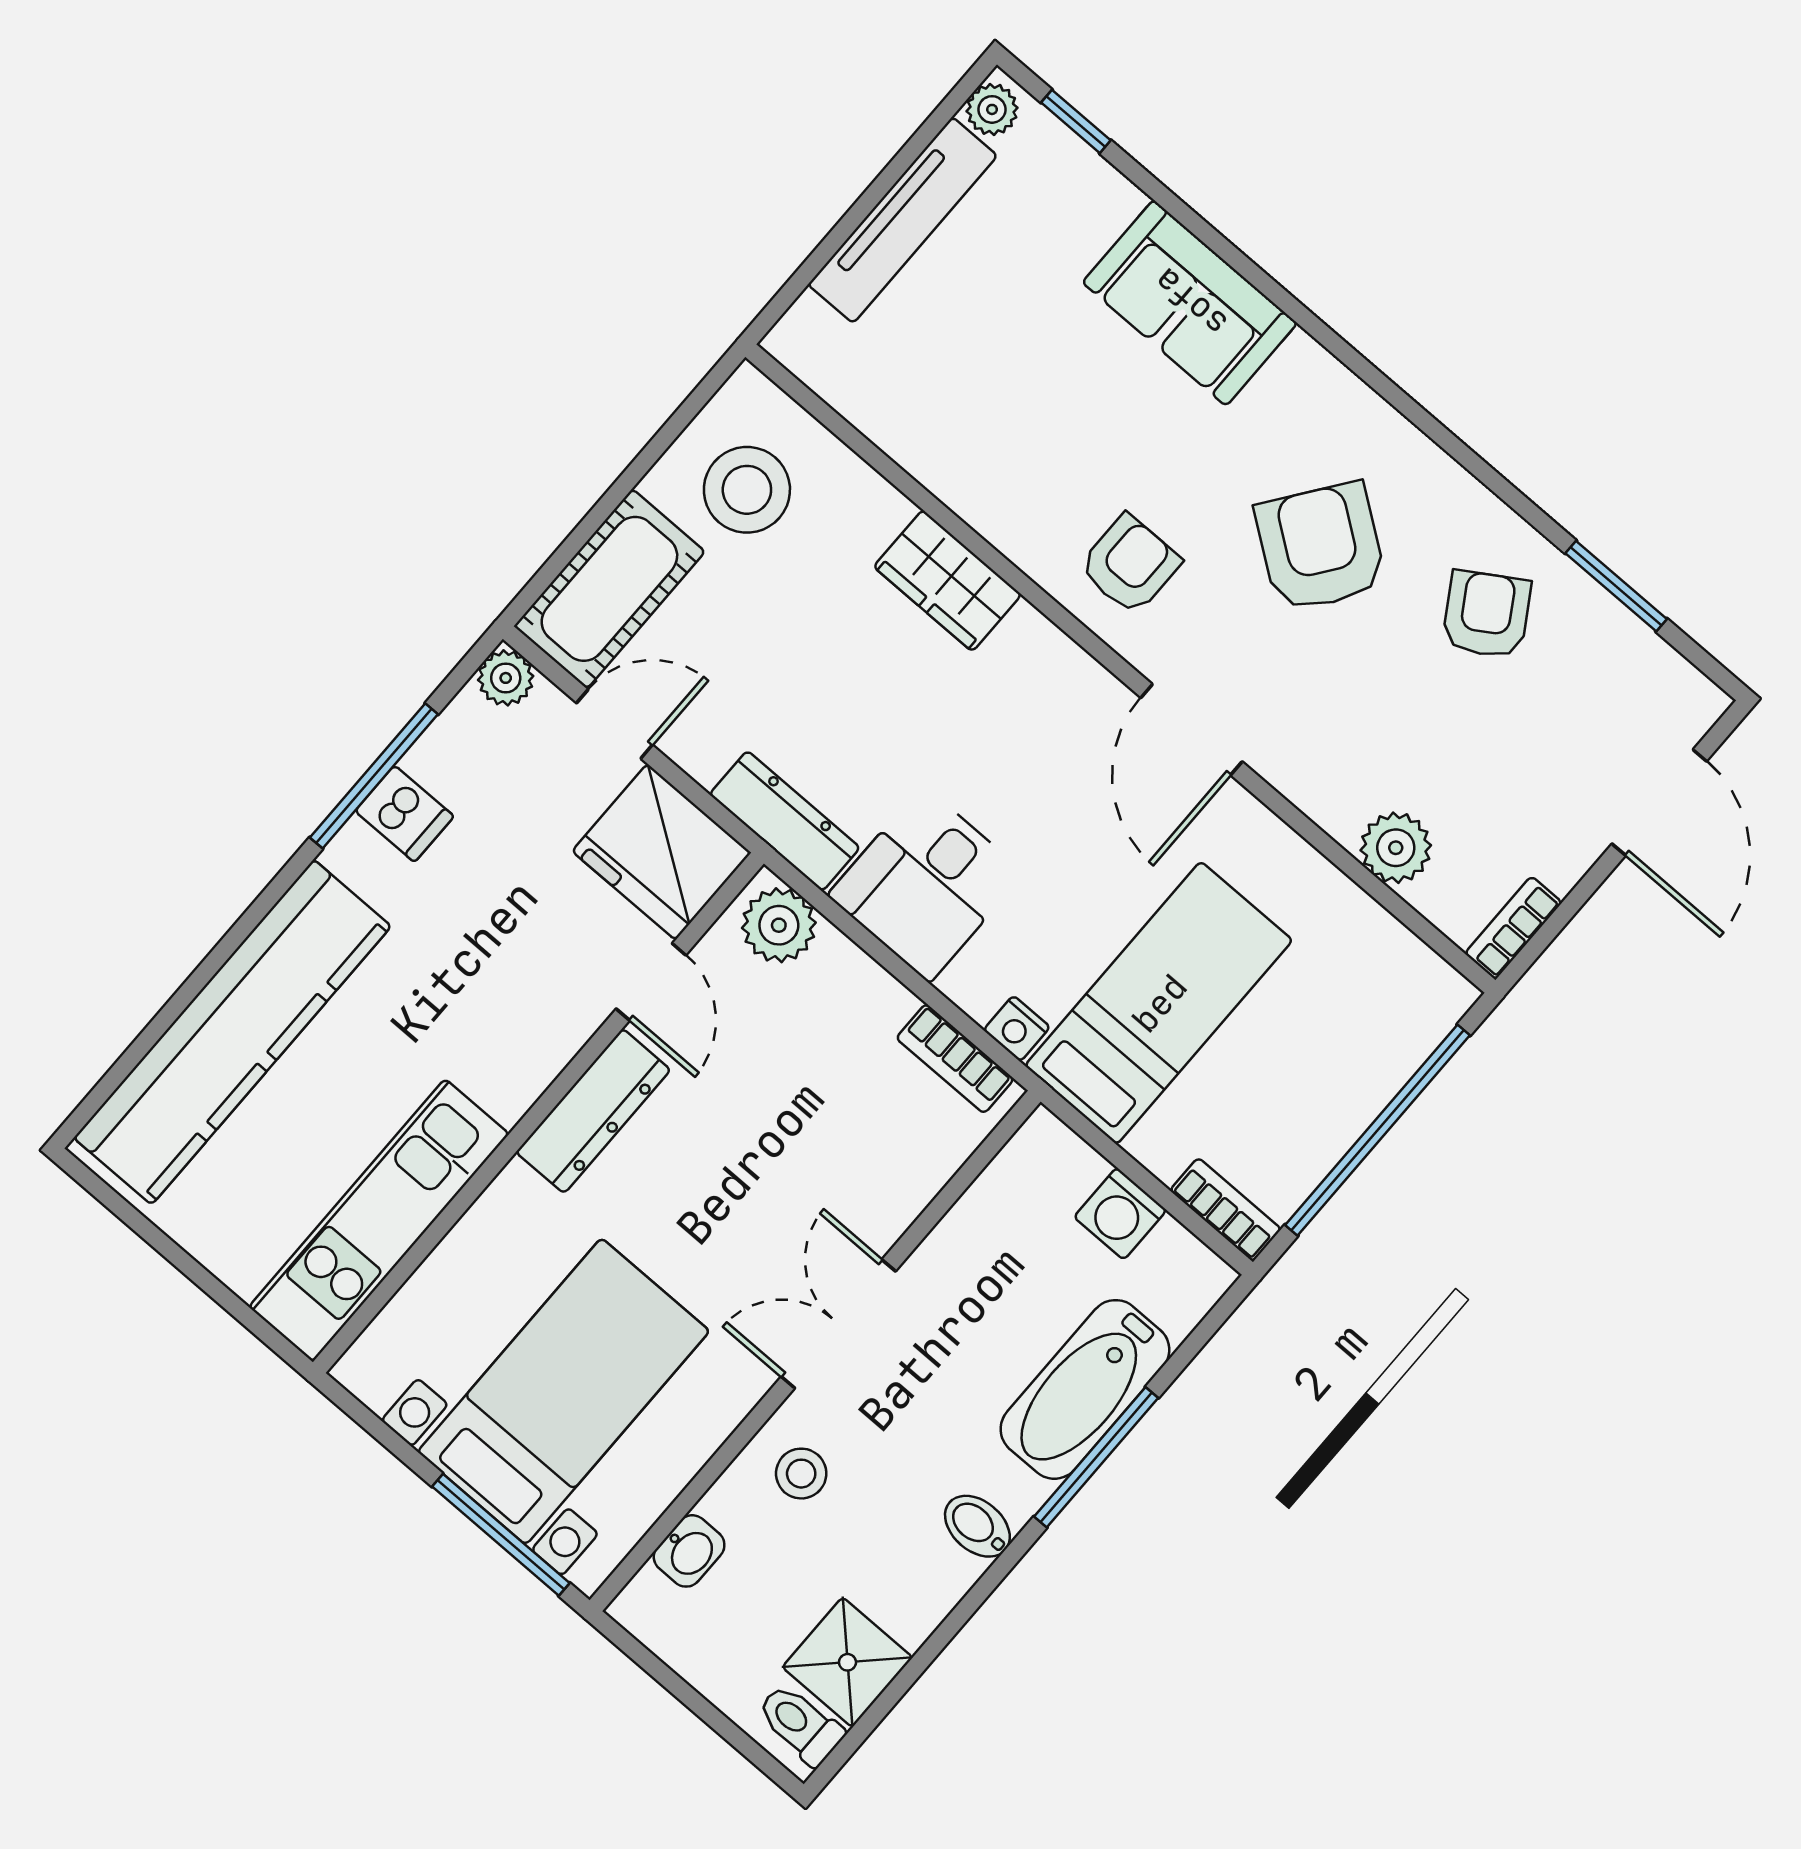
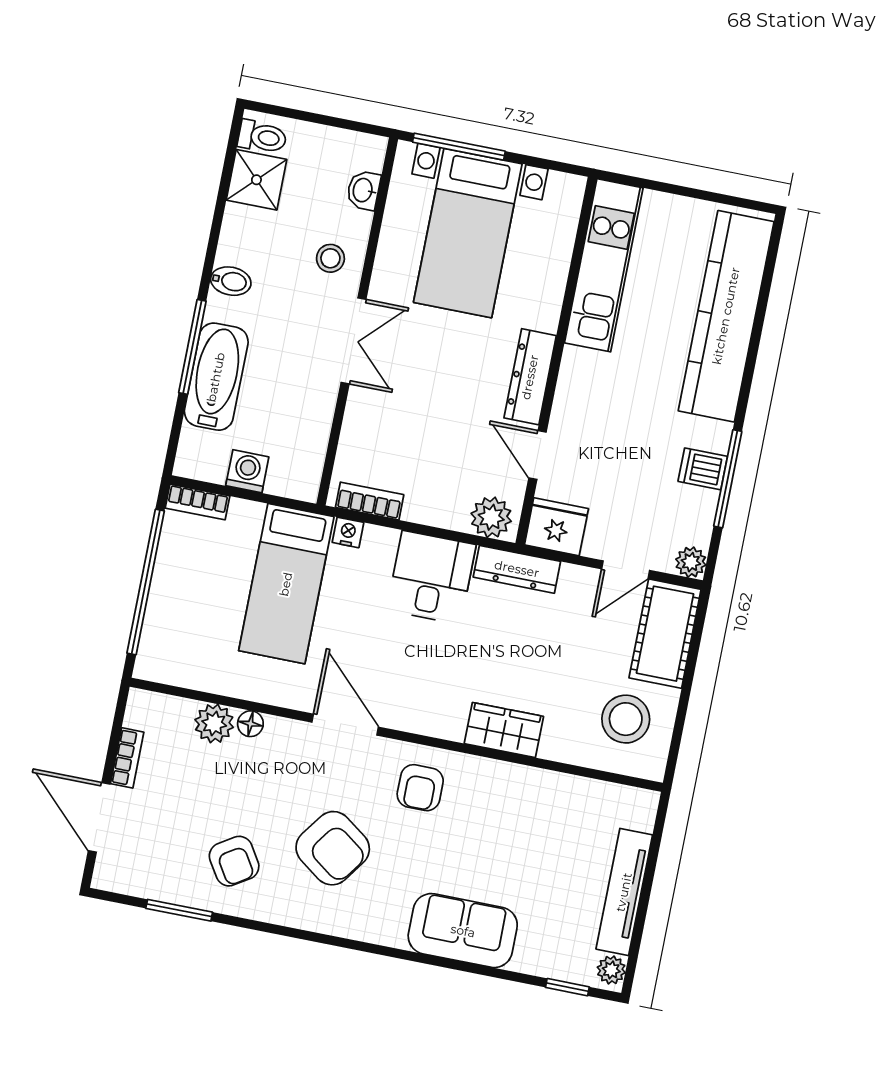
floor lamp: (1339, 815) -> (250, 724), added
fridge: (662, 852) -> (556, 527), width x0.73, depth x0.75
bookcase: (1513, 928) -> (127, 758), moved

